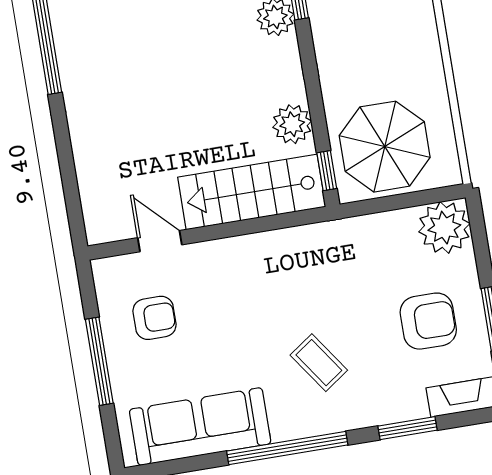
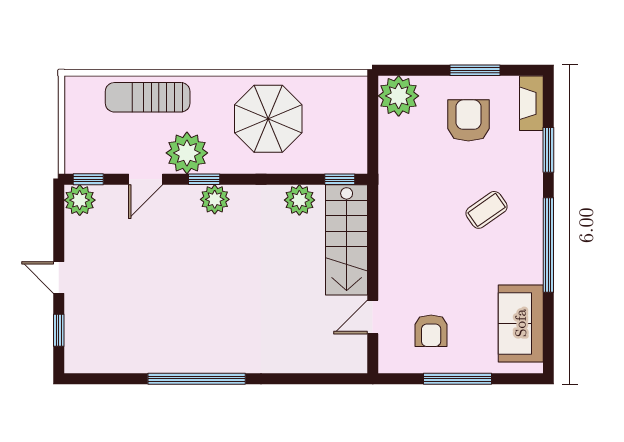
parasol: (385, 147) -> (268, 119), moved
armchair: (155, 318) -> (431, 331), turned 180
sofa: (200, 427) -> (521, 323), width x0.73

